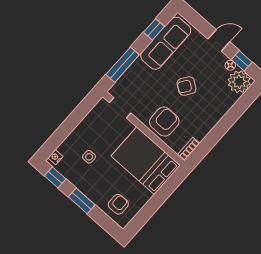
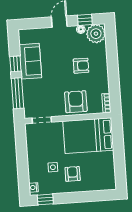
window: (154, 29) -> (15, 64), moved
sofa: (166, 43) -> (30, 61), width x0.73
armchair: (187, 86) -> (81, 66), moved, turned -125
window: (82, 201) -> (75, 197), removed
armchair: (118, 204) -> (73, 174), moved

